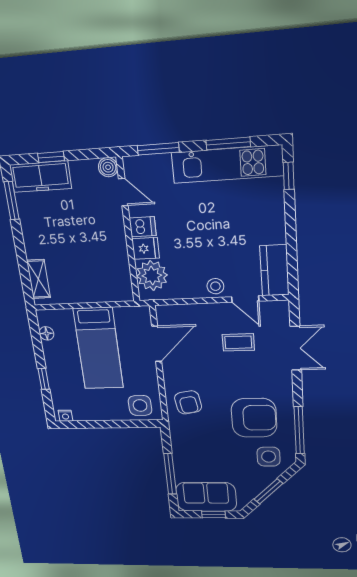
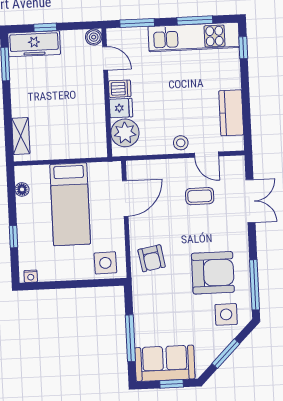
kitchen counter: (275, 270) -> (231, 113), moved

